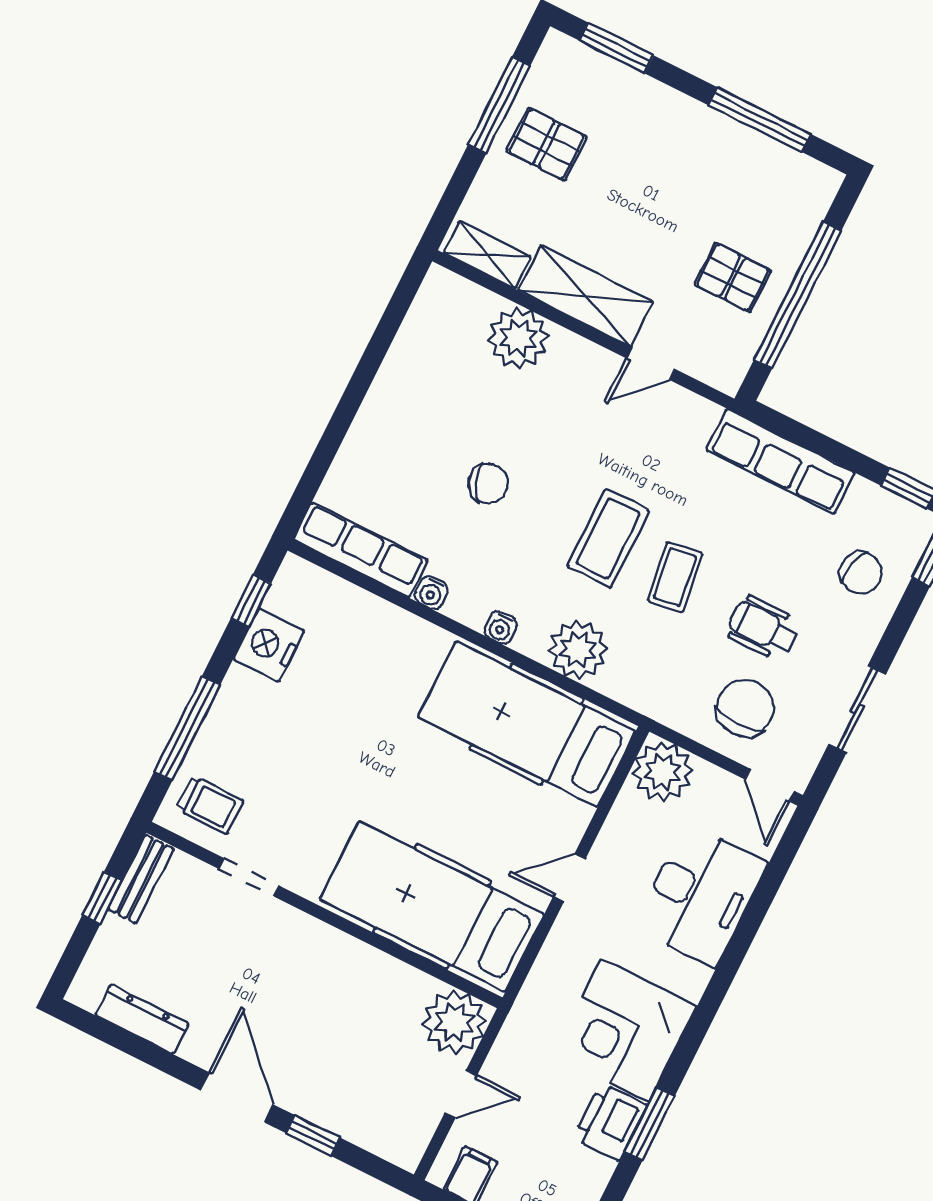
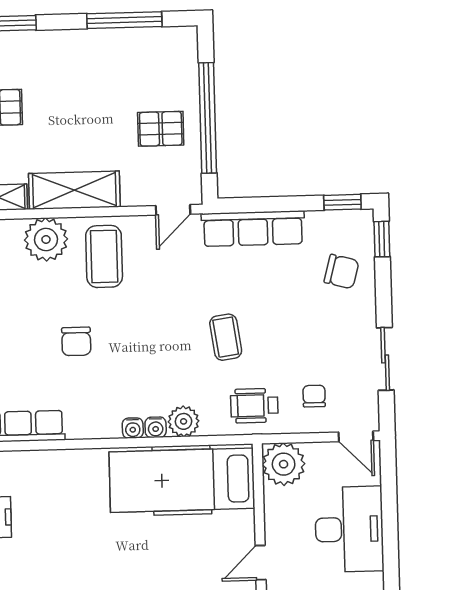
door: (651, 364) -> (173, 210), moved
chair: (488, 484) -> (76, 341), turned 112
coffee table: (608, 538) -> (104, 256), moved
water cooler: (431, 593) -> (156, 427), moved
wheelchair: (763, 628) -> (254, 406), moved
plant: (578, 649) -> (184, 421), width x0.73, depth x0.73
chair: (745, 708) -> (314, 396), width x0.54, depth x0.54

